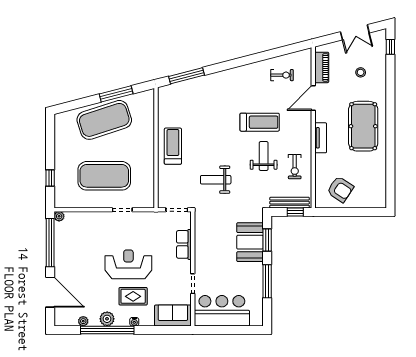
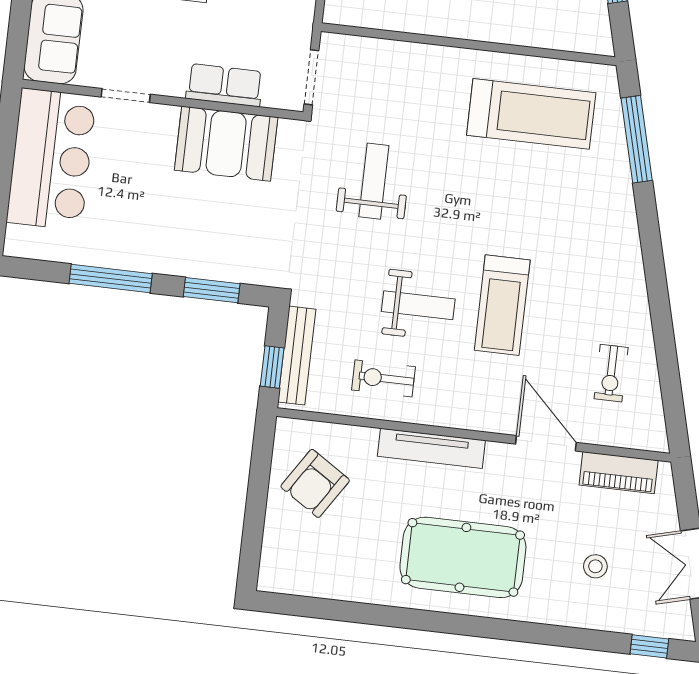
tv unit: (321, 138) -> (431, 448), width x1.41
treadmill: (173, 146) -> (531, 114), moved, width x1.37, depth x1.38
booth: (250, 242) -> (226, 144), moved

